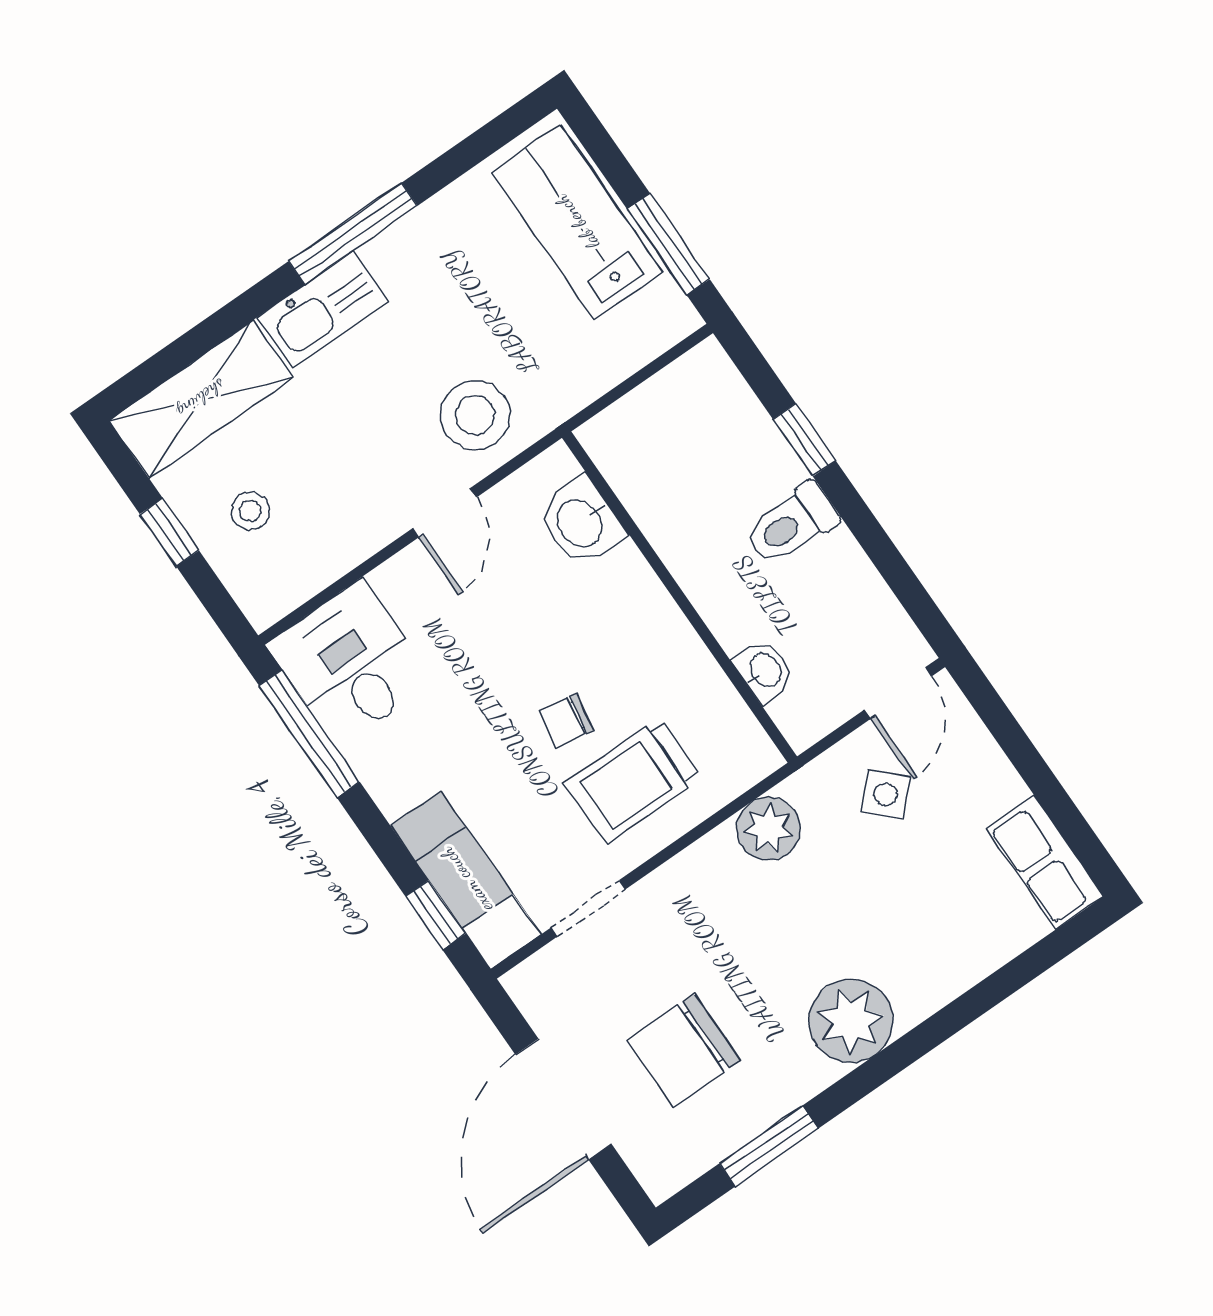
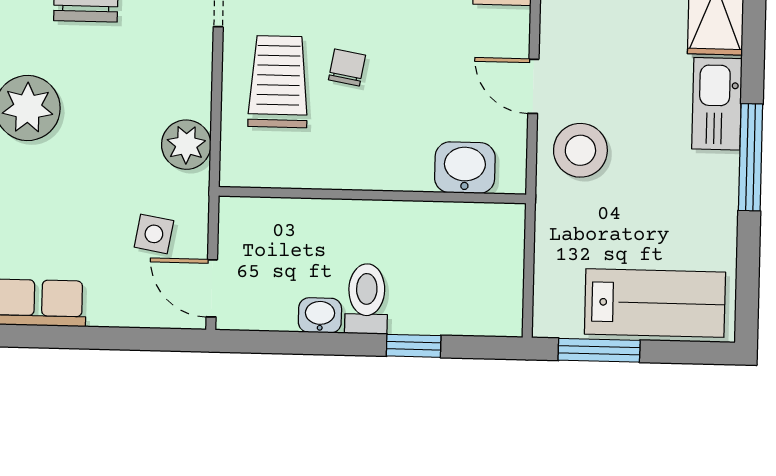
washbasin: (765, 671) -> (320, 315), moved, turned 180
side table: (886, 794) -> (154, 234), turned -34

